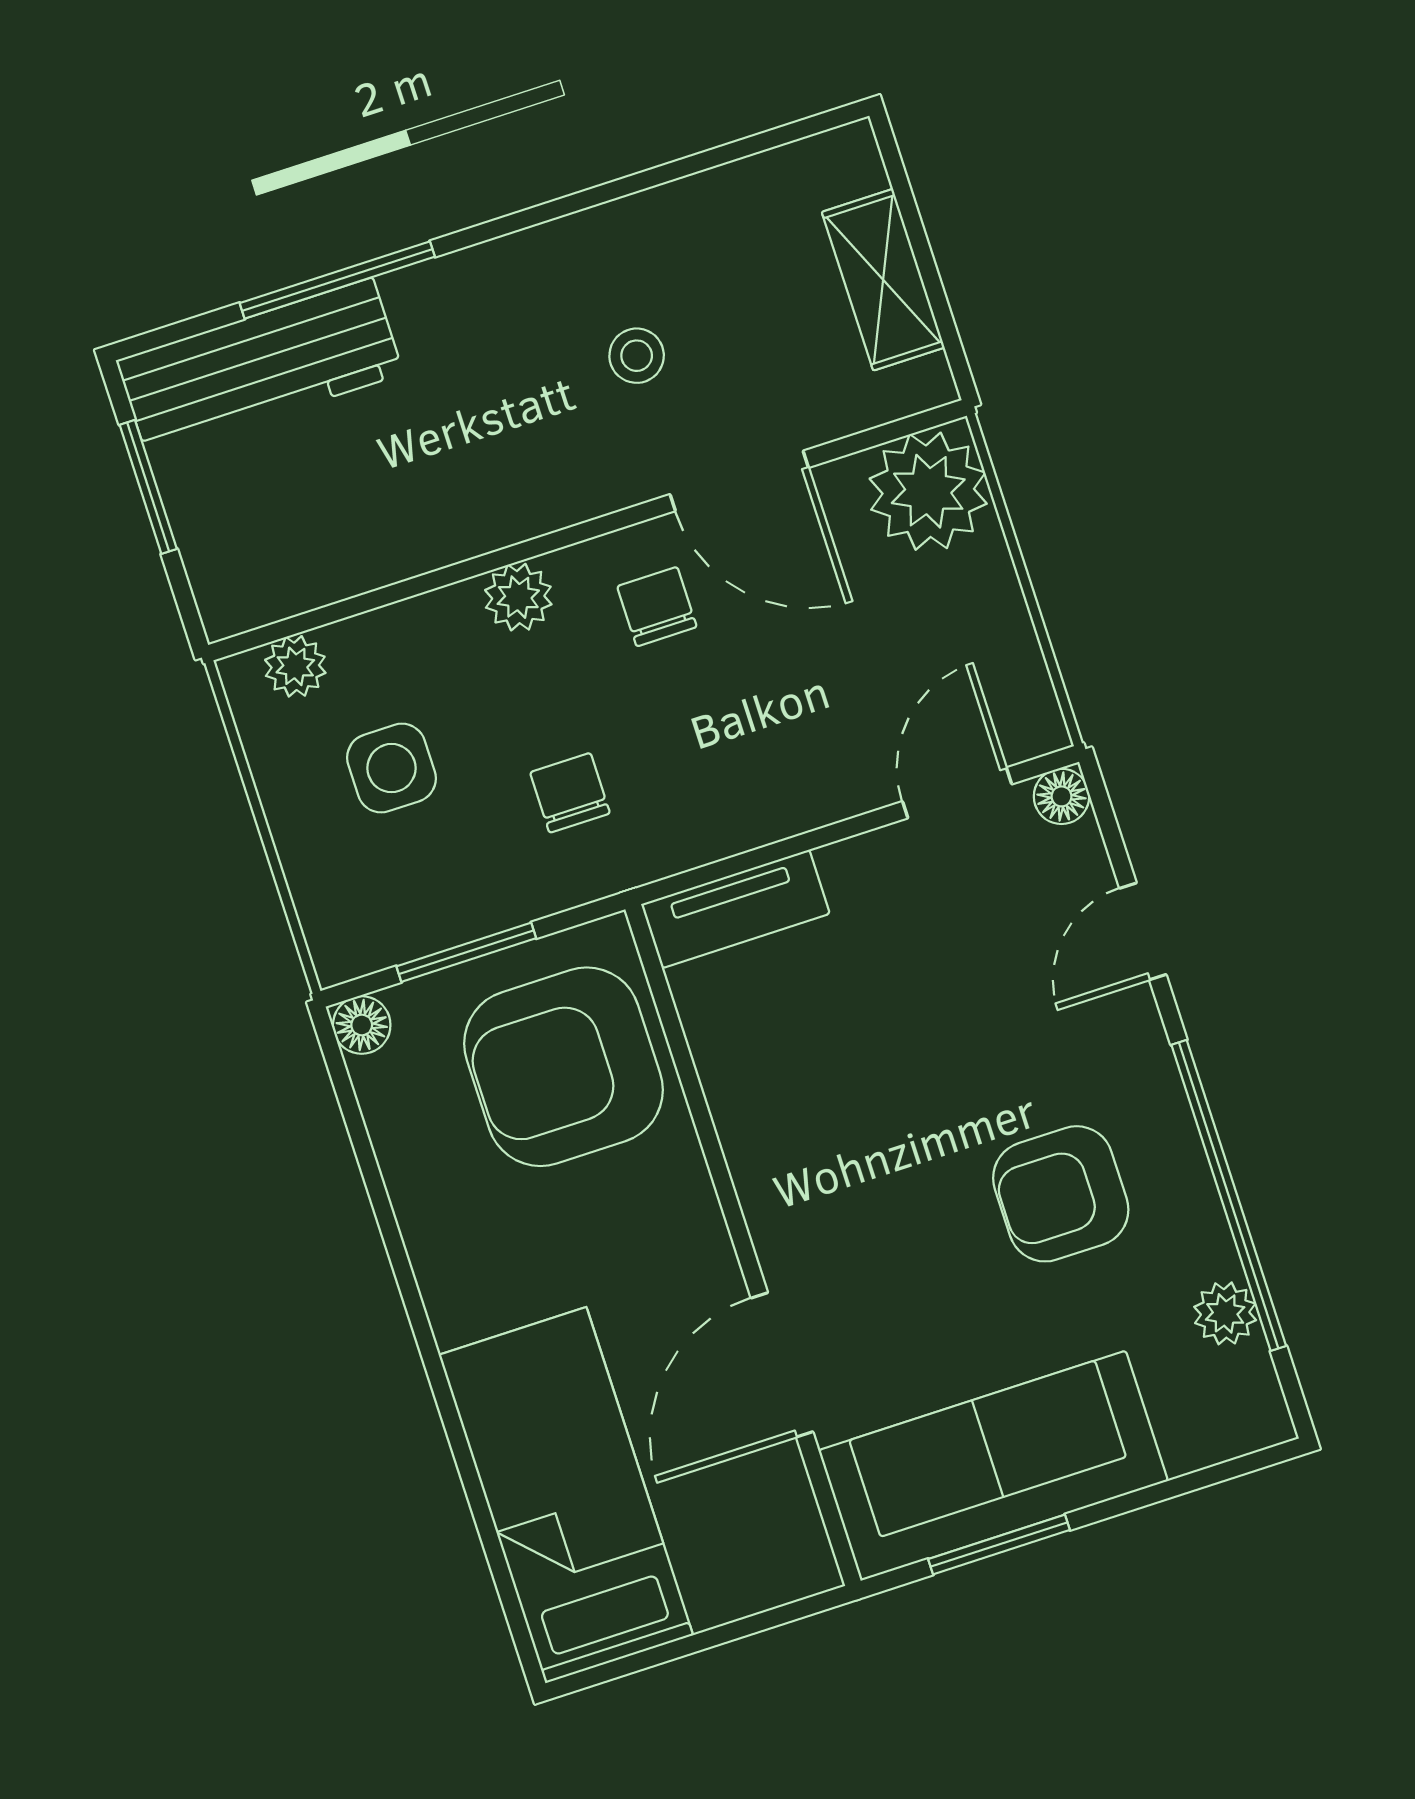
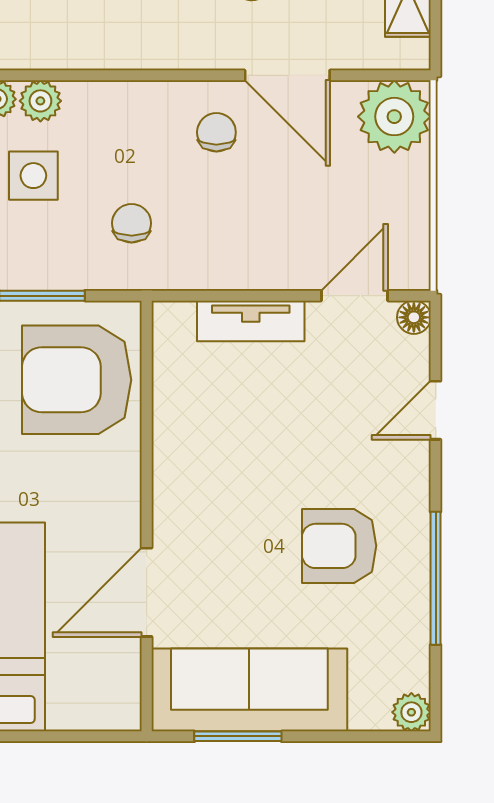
plant: (518, 597) -> (40, 101), moved
tv unit: (735, 909) -> (251, 321), moved
window: (1229, 1195) -> (436, 578), width x0.68
plant: (1225, 1313) -> (411, 712), moved

